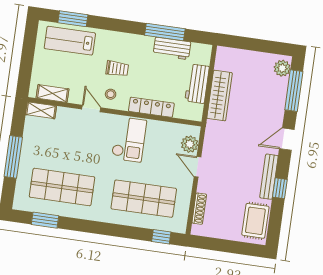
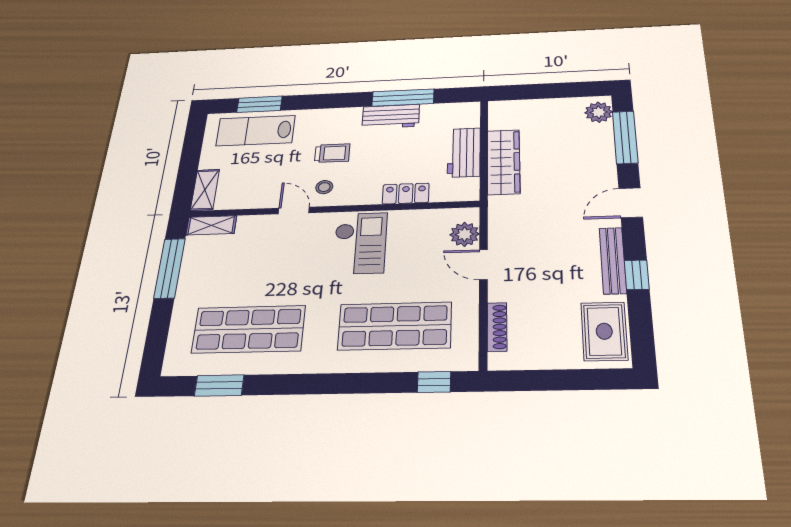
workbench: (172, 48) -> (391, 117), moved
shelving: (53, 93) -> (205, 190), moved, turned 90
locker: (151, 107) -> (406, 194), width x0.66
window: (13, 157) -> (170, 268), moved

